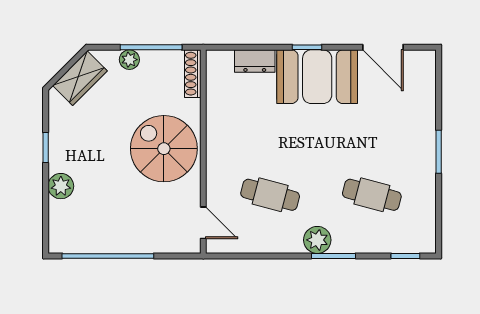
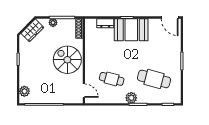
door: (383, 47) -> (170, 17), moved
plant: (61, 186) -> (24, 91), moved
cafe table: (372, 195) -> (154, 79), width x1.37, depth x1.35

